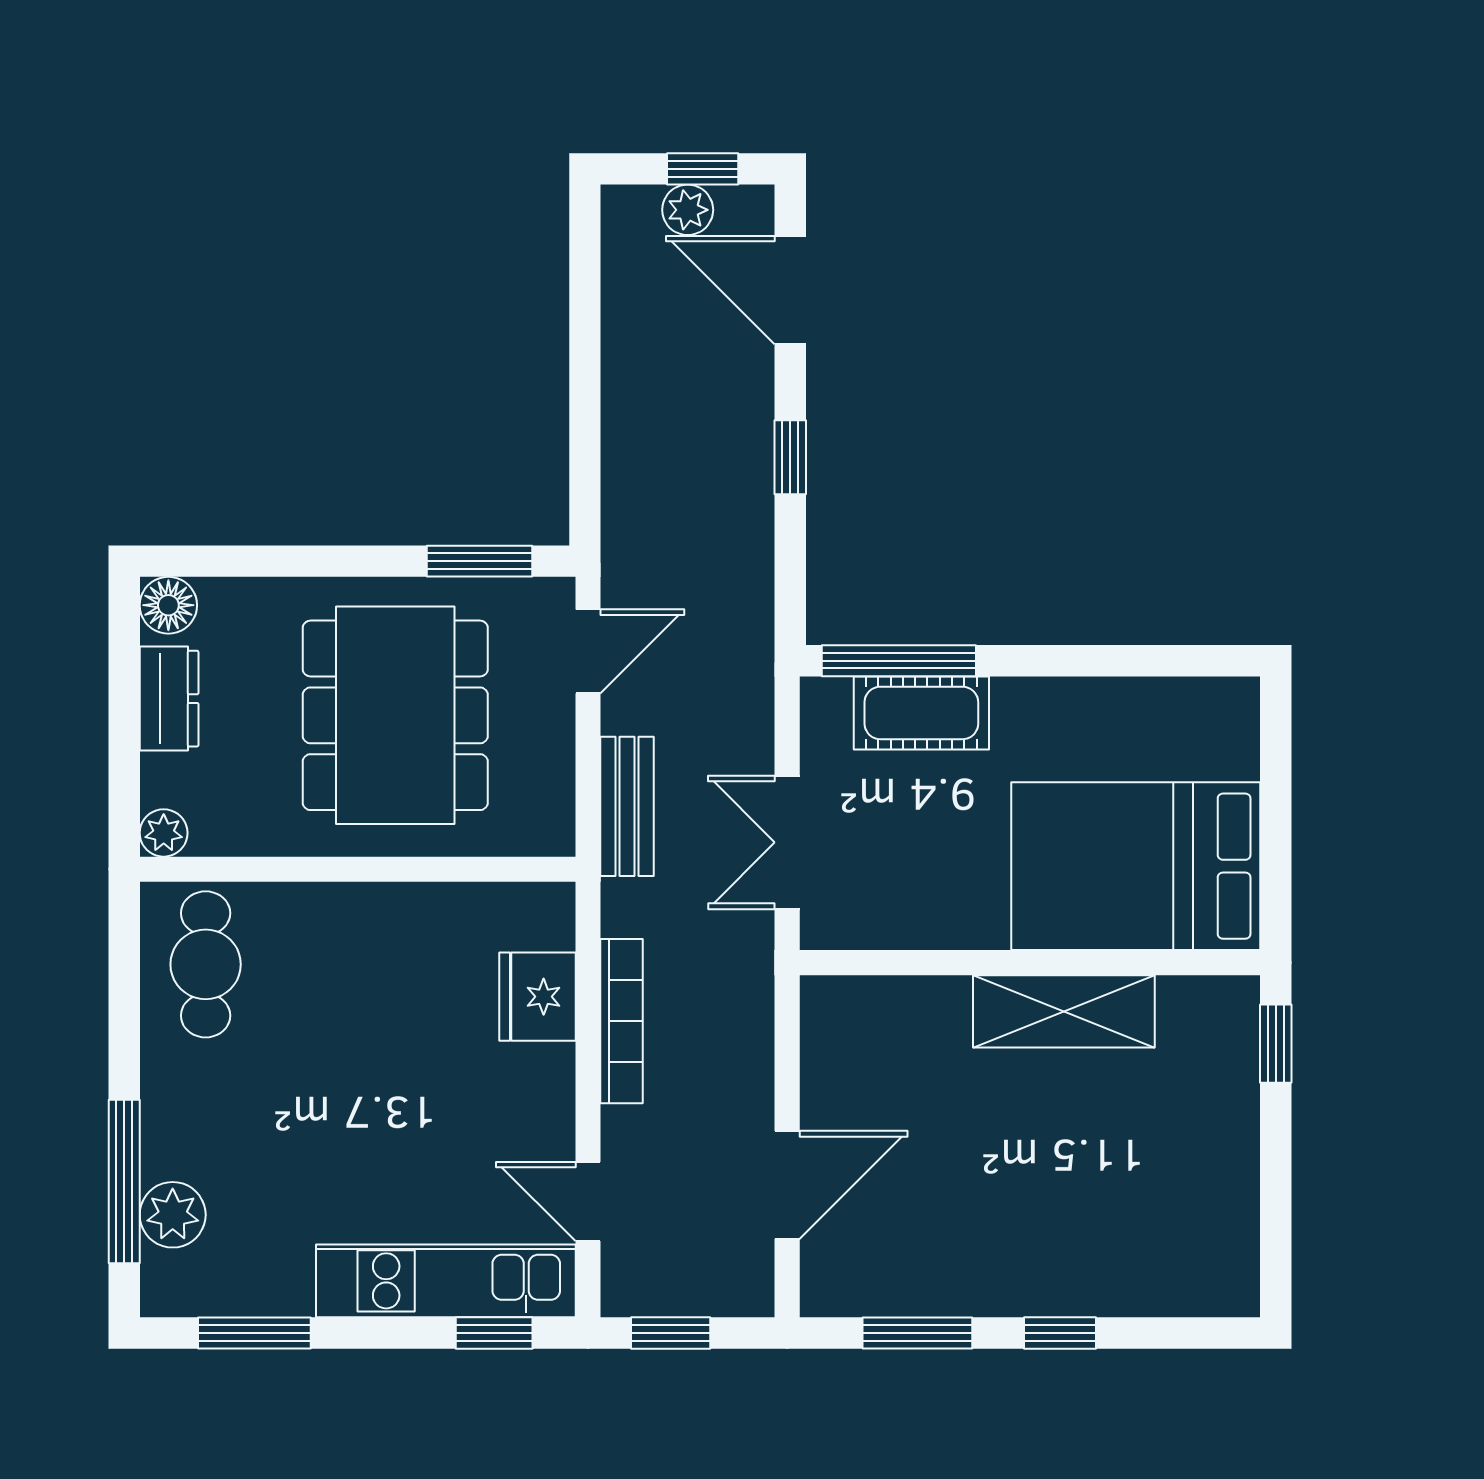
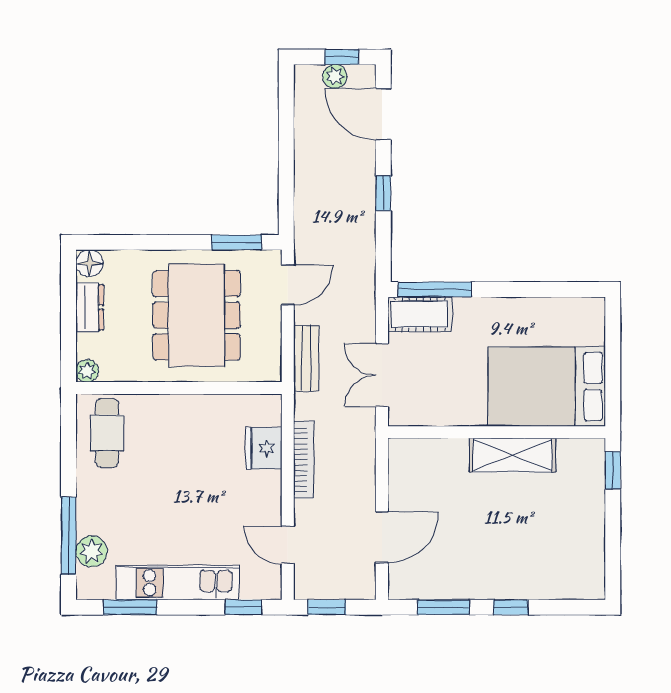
cot: (921, 713) -> (420, 314), moved
kitchen unit: (446, 1281) -> (178, 583), moved

